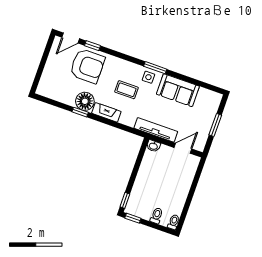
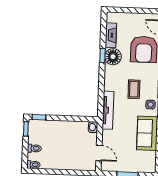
fireplace: (106, 112) -> (111, 35), moved
tv unit: (156, 130) -> (108, 110), moved

